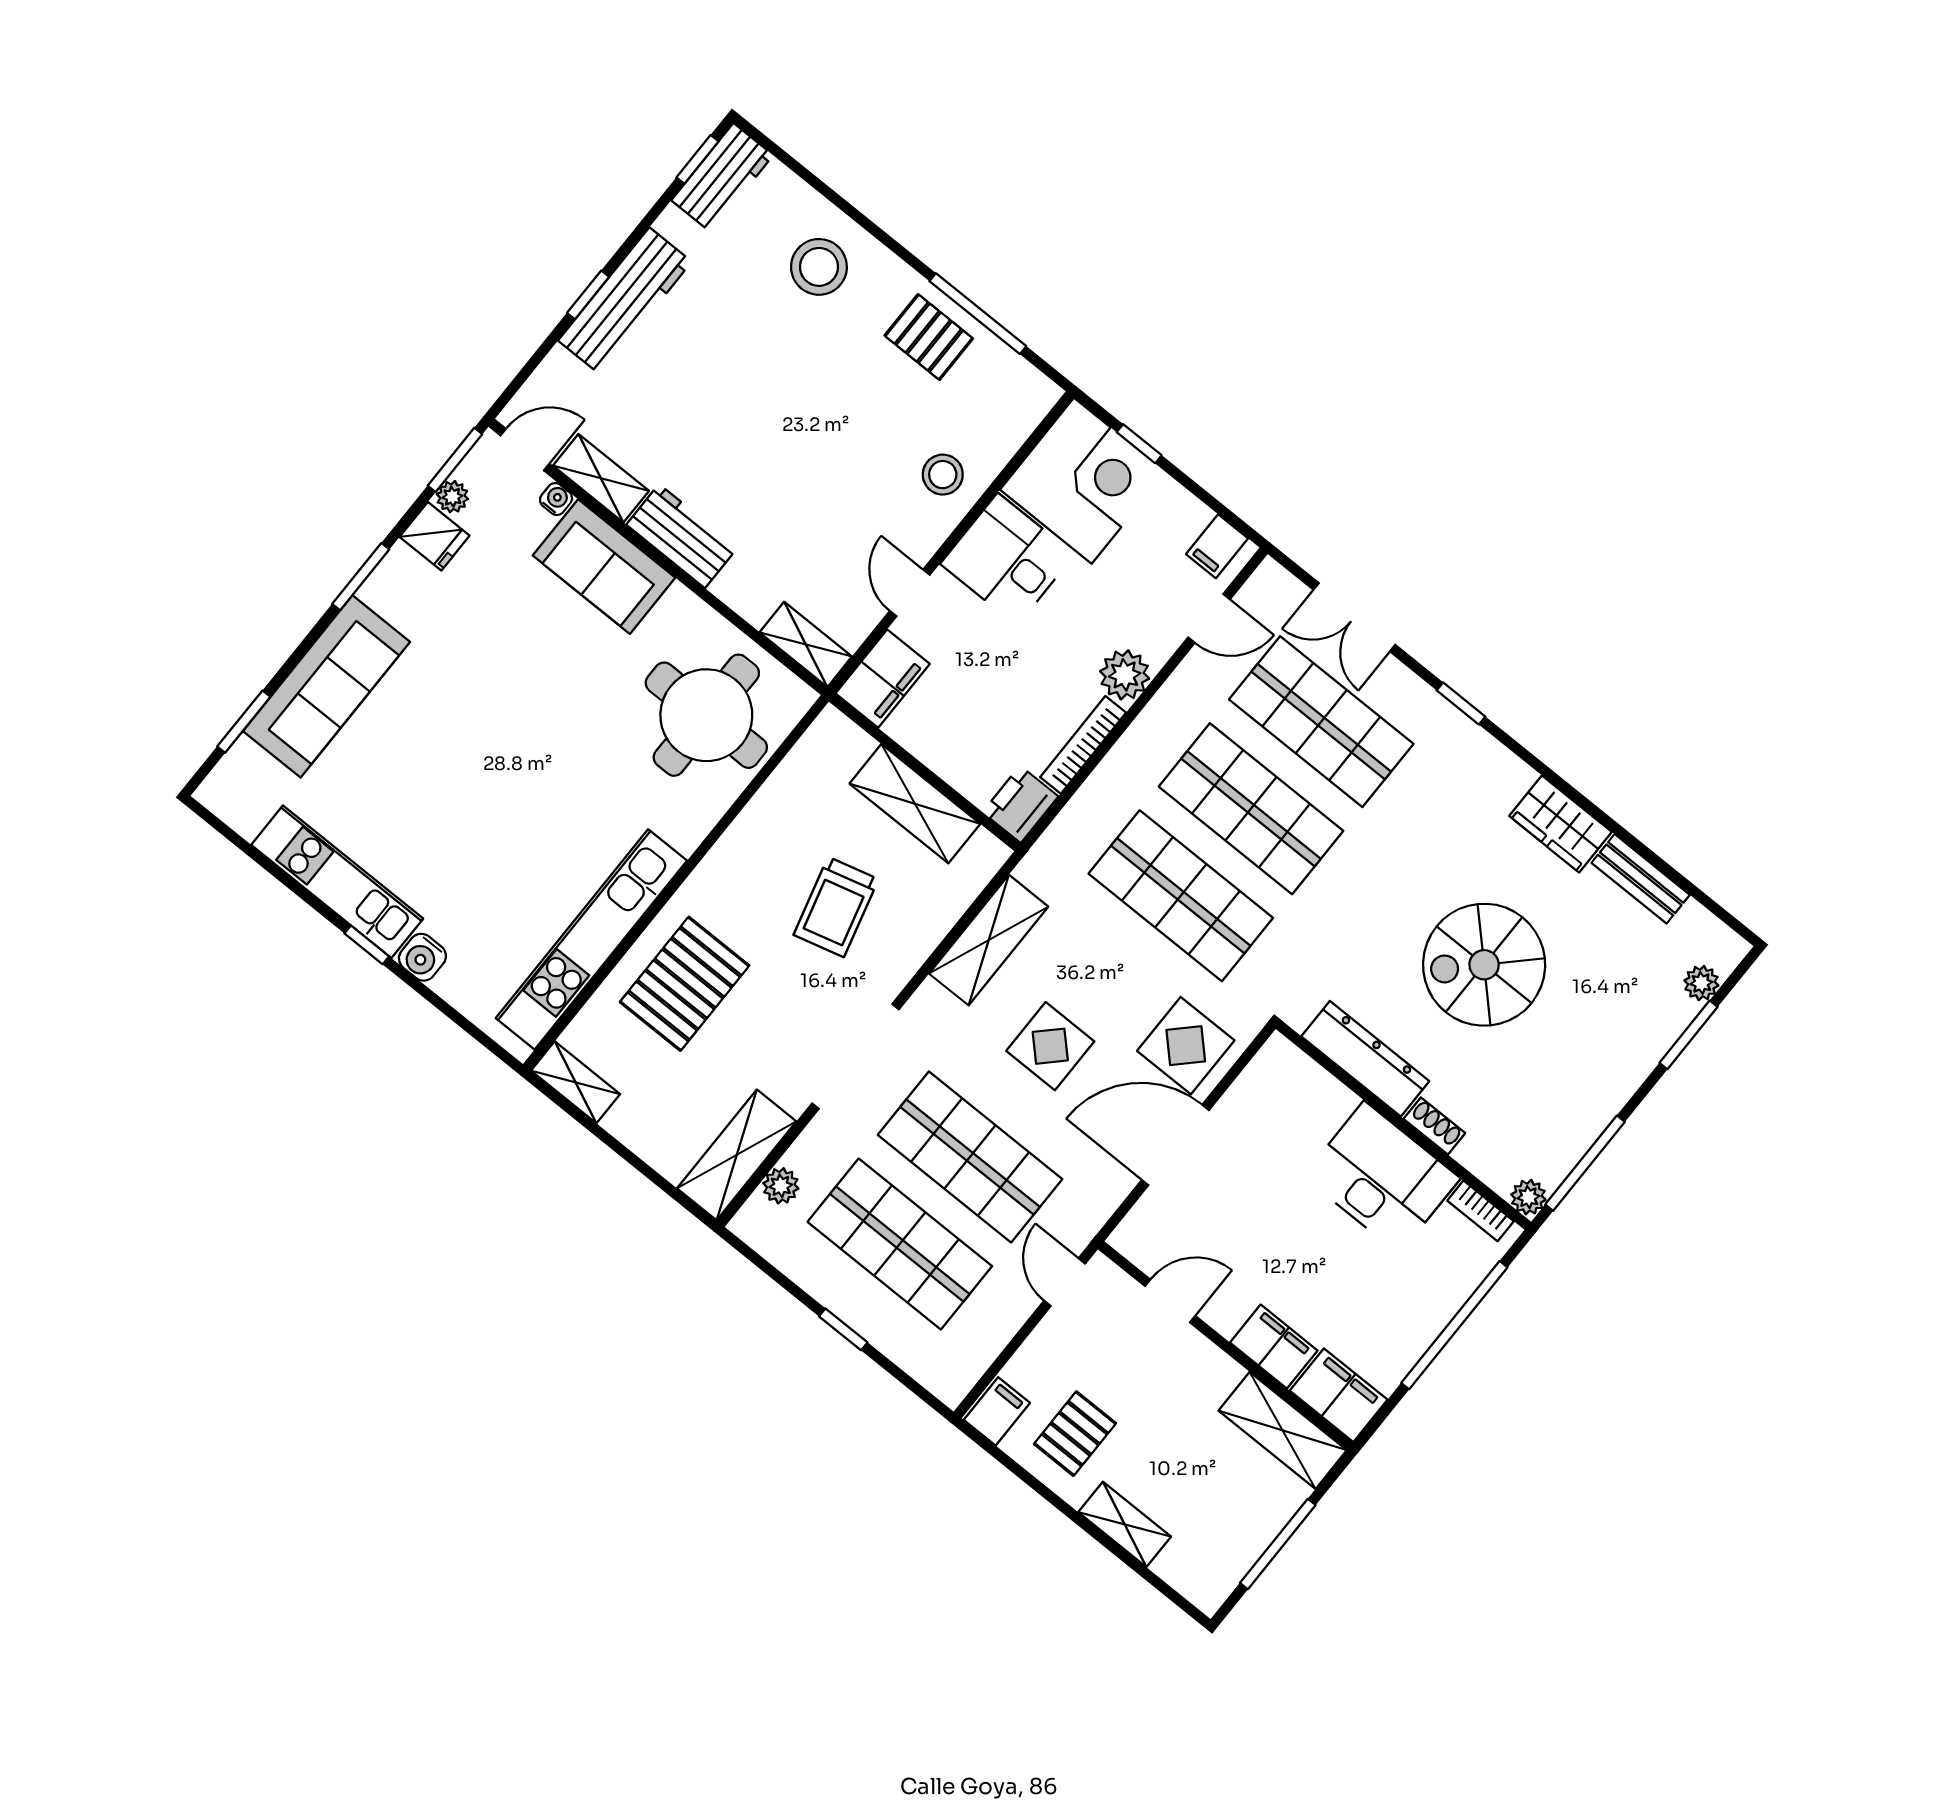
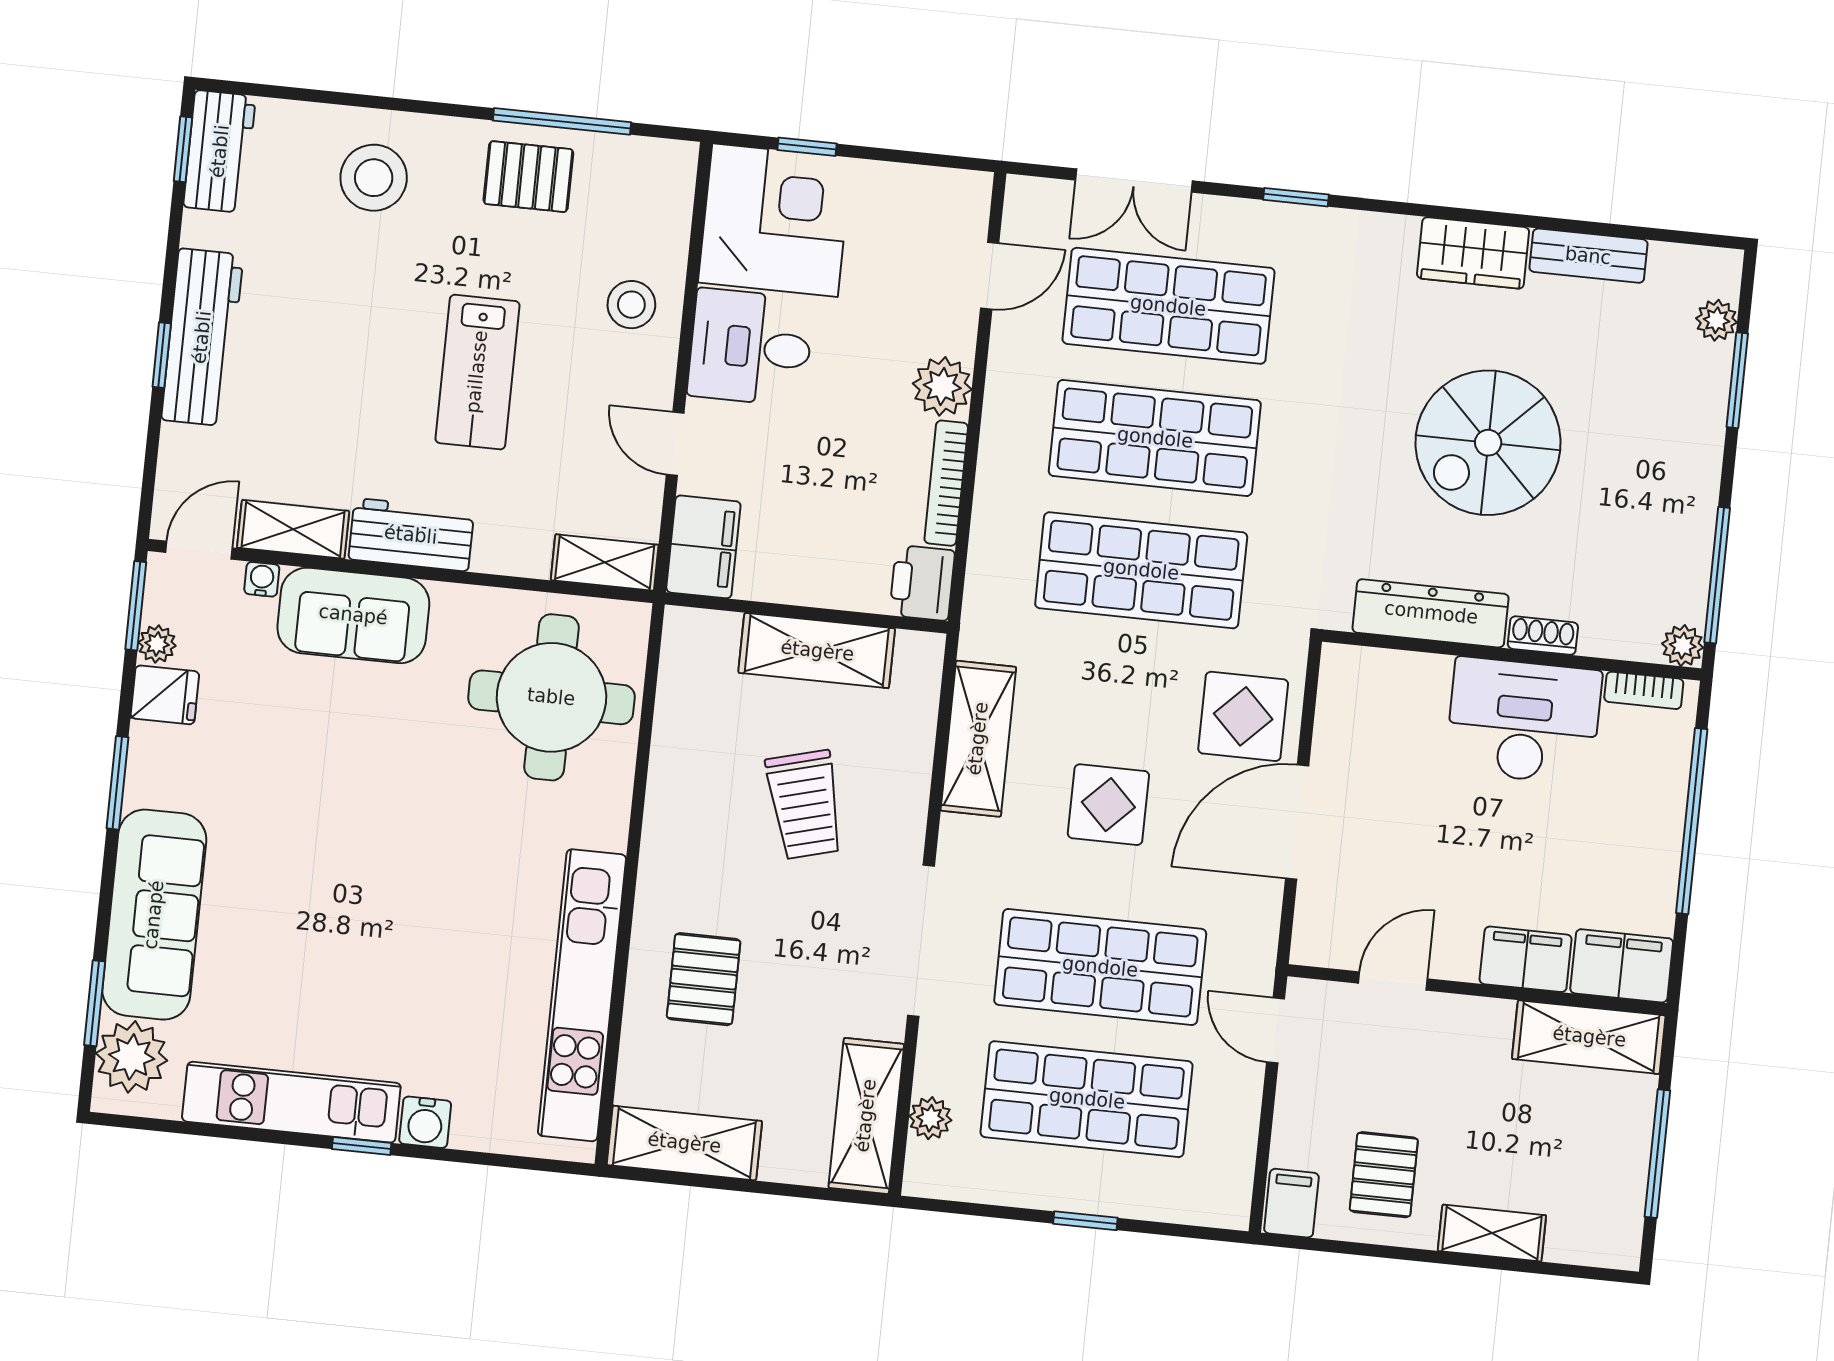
lab bench: (803, 452) -> (477, 372), added
filing cabinet: (1217, 546) -> (951, 198), removed
plant: (245, 776) -> (132, 1057), added
pallet: (685, 984) -> (704, 979), width x0.67, depth x0.71
shelving: (576, 1082) -> (684, 1143), width x1.50, depth x1.33

